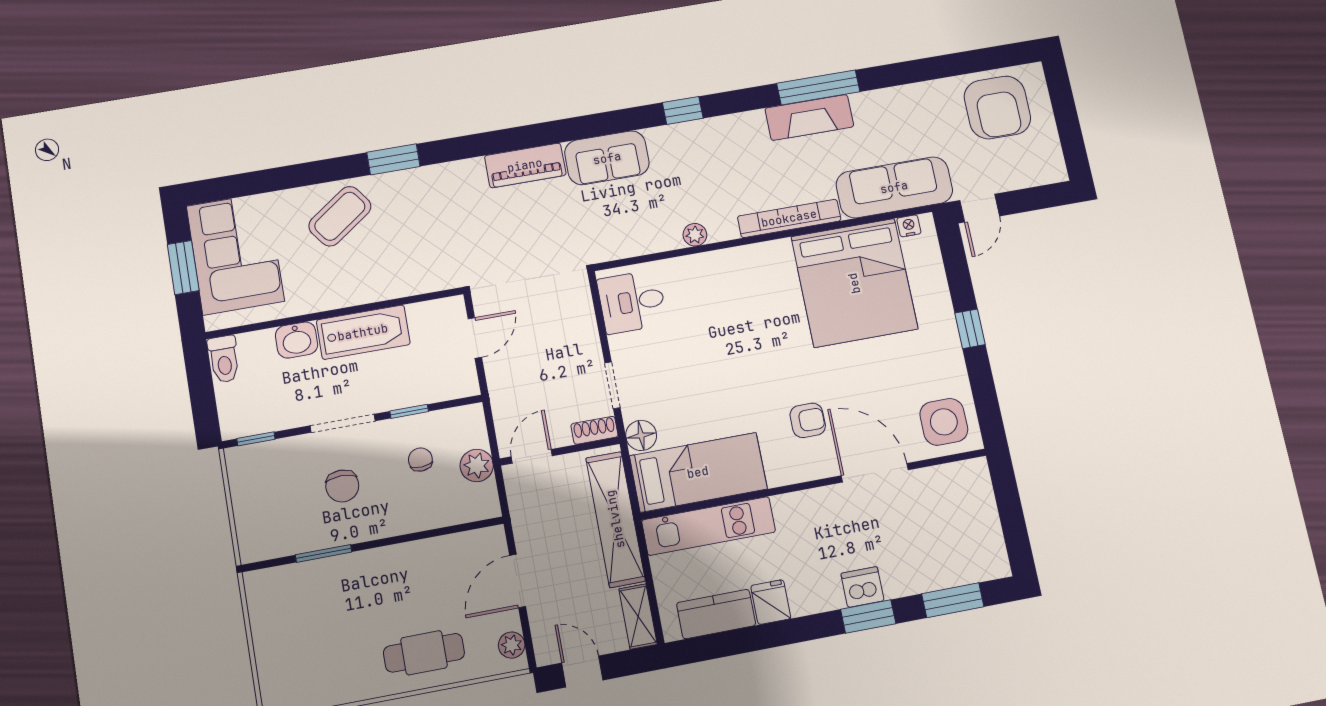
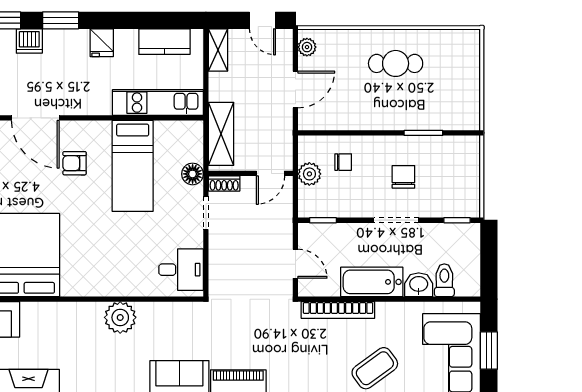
bookcase: (789, 218) -> (338, 310), moved
plant: (695, 235) -> (120, 317), width x1.87, depth x1.87
door: (475, 338) -> (295, 264), swing flipped
toilet: (224, 359) -> (444, 280), moved
window: (409, 411) -> (323, 220), moved
chair: (420, 460) -> (343, 162), moved, turned -87
bed: (698, 472) -> (133, 166), moved, turned -90
shelving: (615, 519) -> (221, 134), width x0.68
dishwasher: (862, 587) -> (29, 41), moved
fridge: (771, 602) -> (102, 43), moved
cafe table: (424, 653) -> (396, 63), moved

